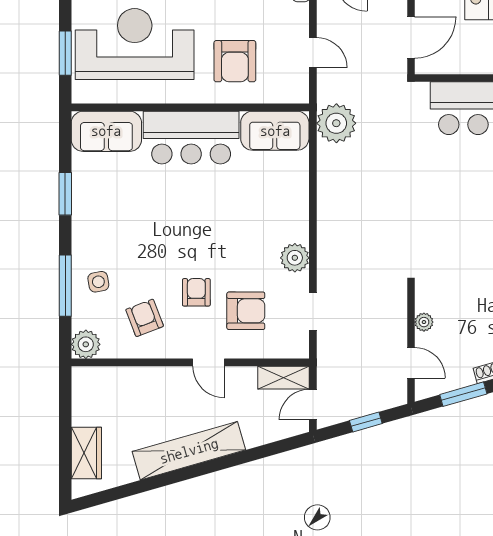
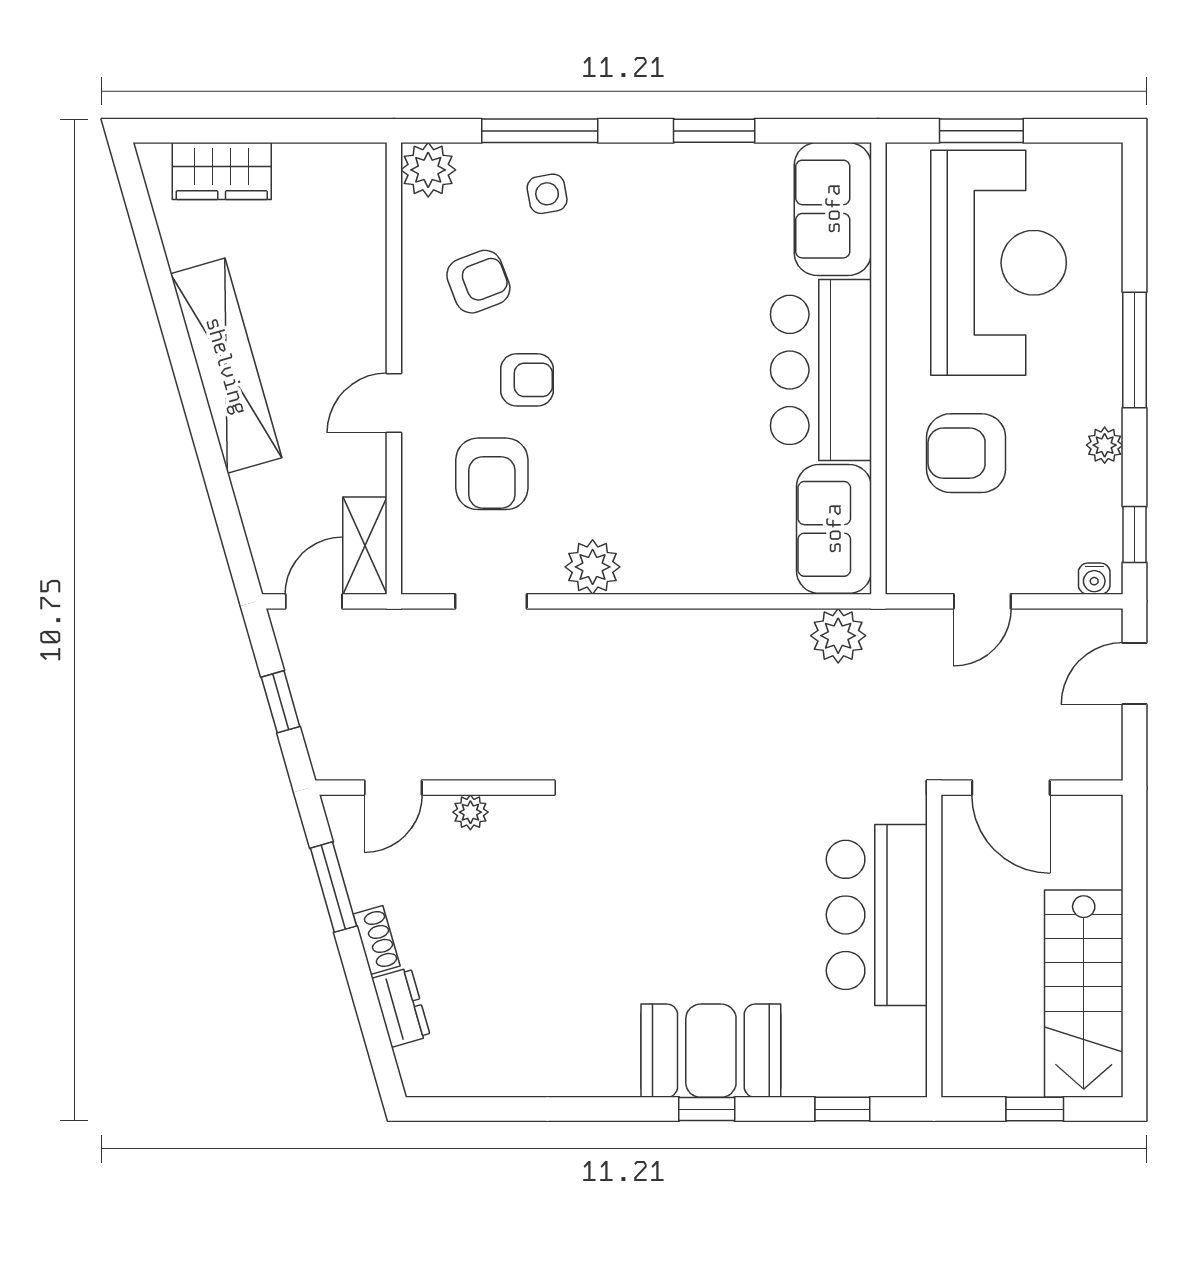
plant: (336, 123) -> (838, 636), width x0.73, depth x0.73
door: (313, 404) -> (314, 601), hinge flipped

